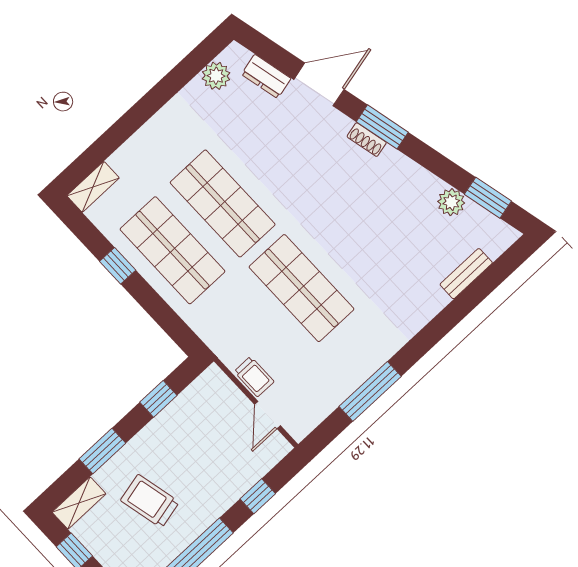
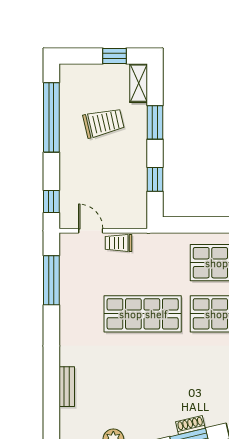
bench: (466, 274) -> (67, 387), moved
window: (370, 391) -> (51, 280), moved
window: (258, 496) -> (51, 202), moved

